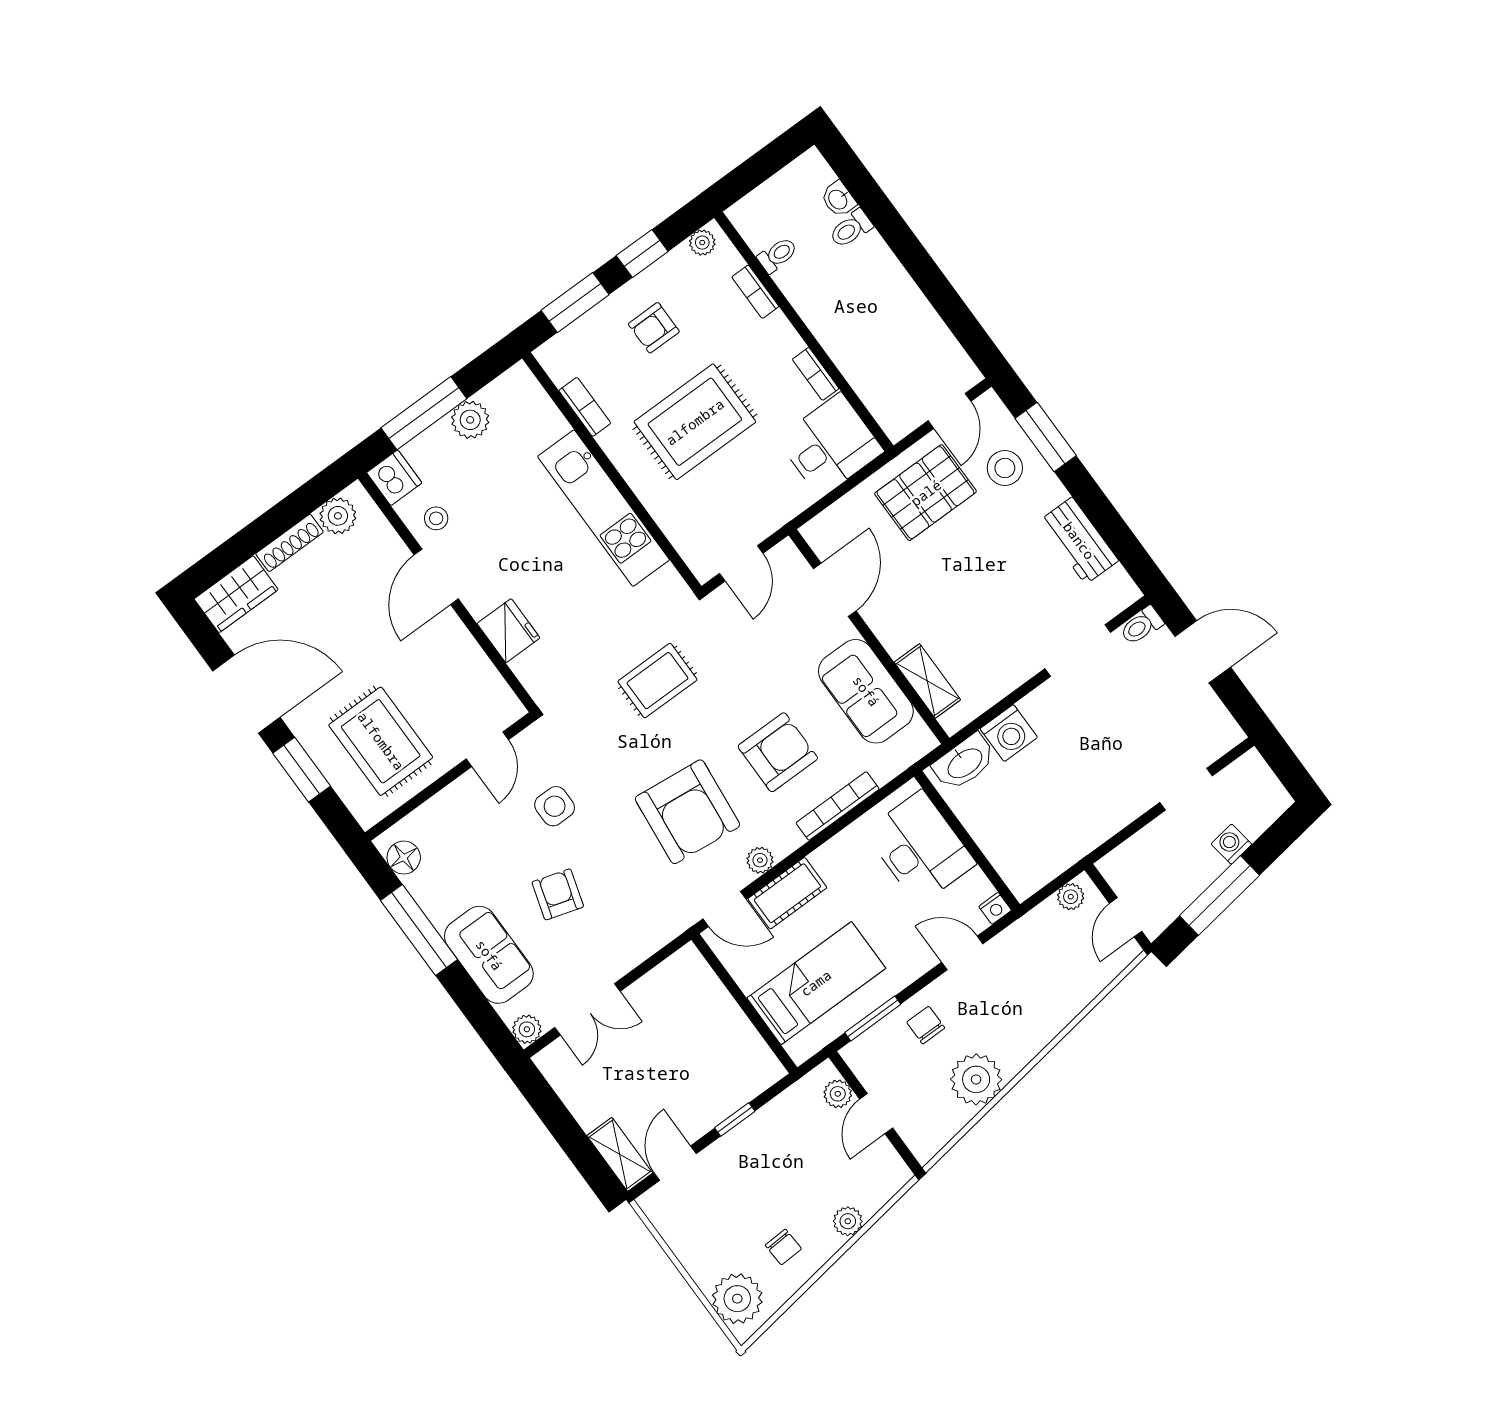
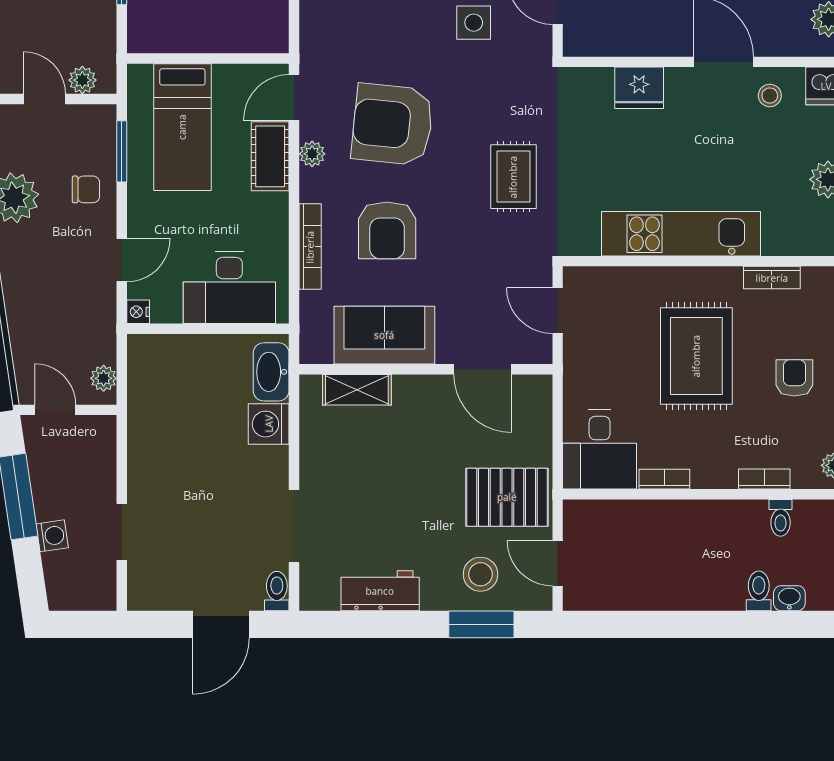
pallet: (926, 493) -> (507, 497), turned 90

